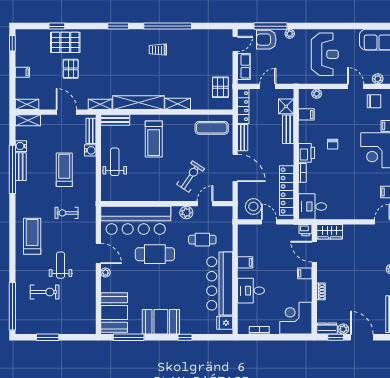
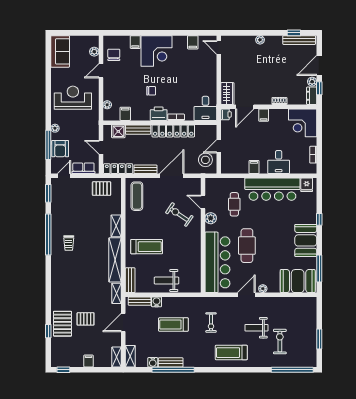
window: (118, 26) -> (48, 193), moved
door: (235, 44) -> (64, 176), hinge flipped
locker: (287, 191) -> (173, 131), moved

